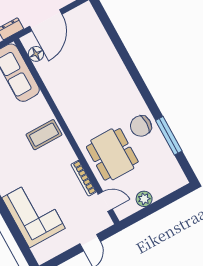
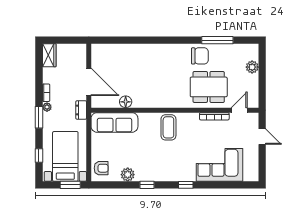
floor lamp: (36, 54) -> (126, 102), moved
chair: (141, 126) -> (200, 56), turned -90
plant: (144, 199) -> (252, 67), moved

